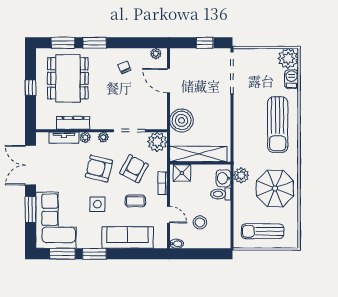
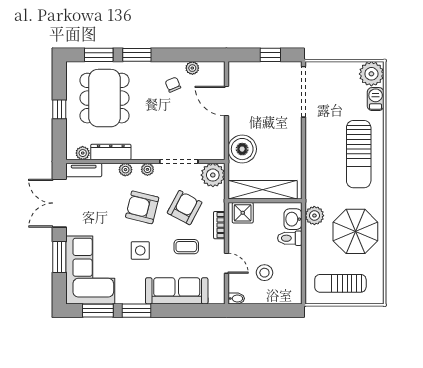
plant: (156, 54) -> (192, 68), moved
plant: (50, 124) -> (83, 153), added
tv unit: (64, 138) -> (84, 170), moved

